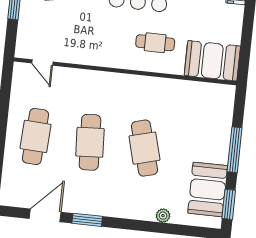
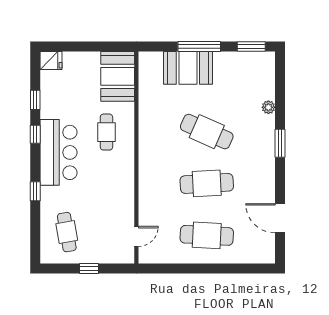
cafe table: (144, 148) -> (207, 132), turned 39
booth: (208, 189) -> (188, 68), moved
window: (87, 220) -> (280, 143), moved

